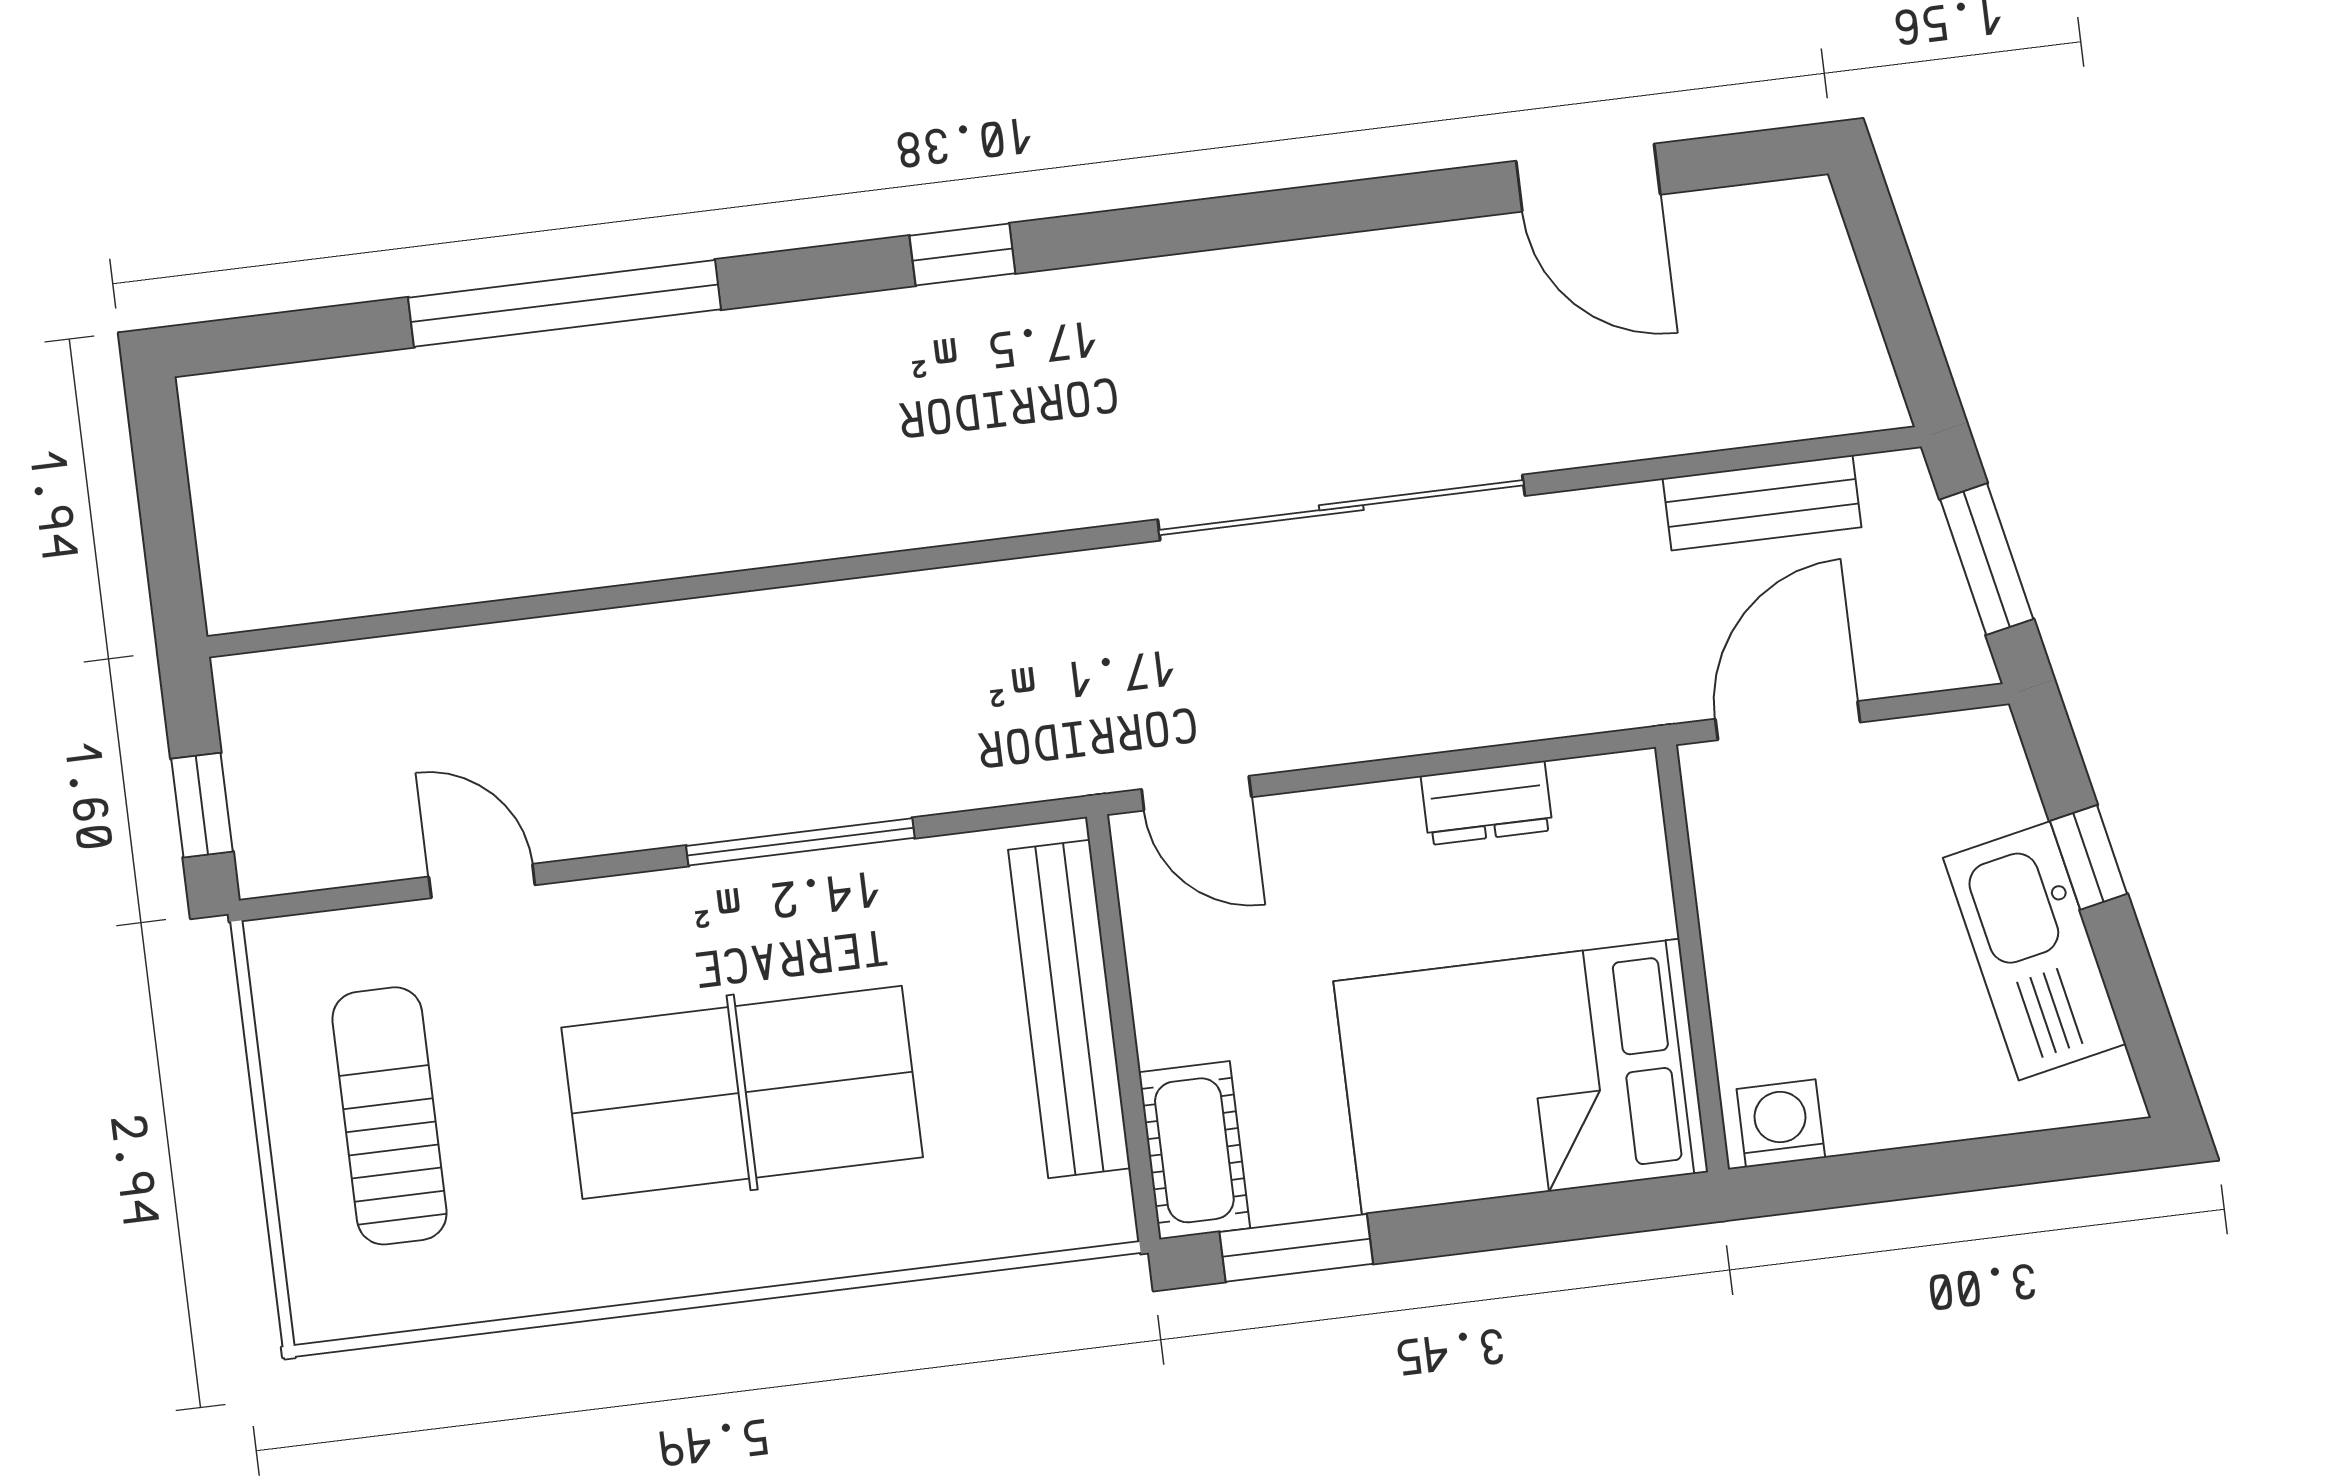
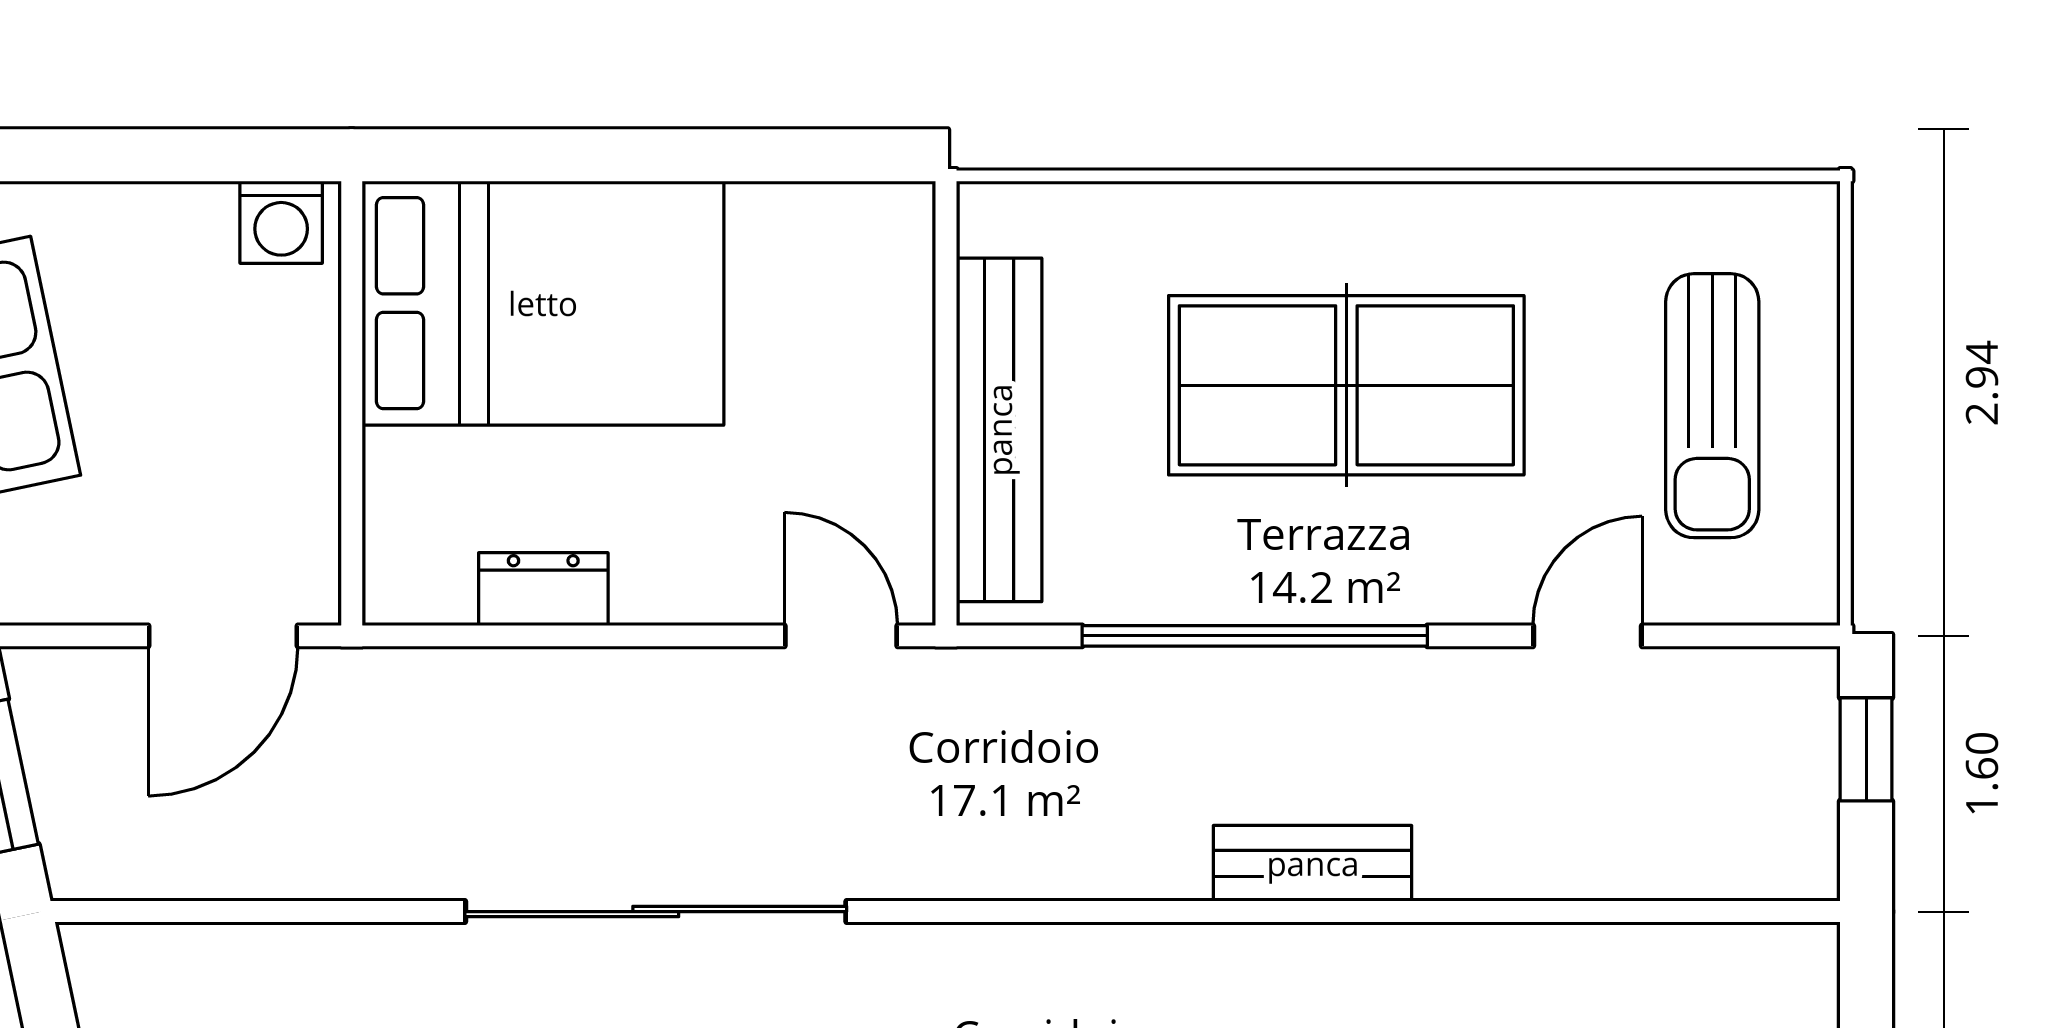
bench: (1762, 503) -> (1313, 863), moved
window: (800, 842) -> (1255, 636), width x1.46
door: (482, 881) -> (1587, 636), swing flipped
cot: (1194, 1150) -> (888, 269), removed
window: (1296, 1248) -> (796, 155), removed

